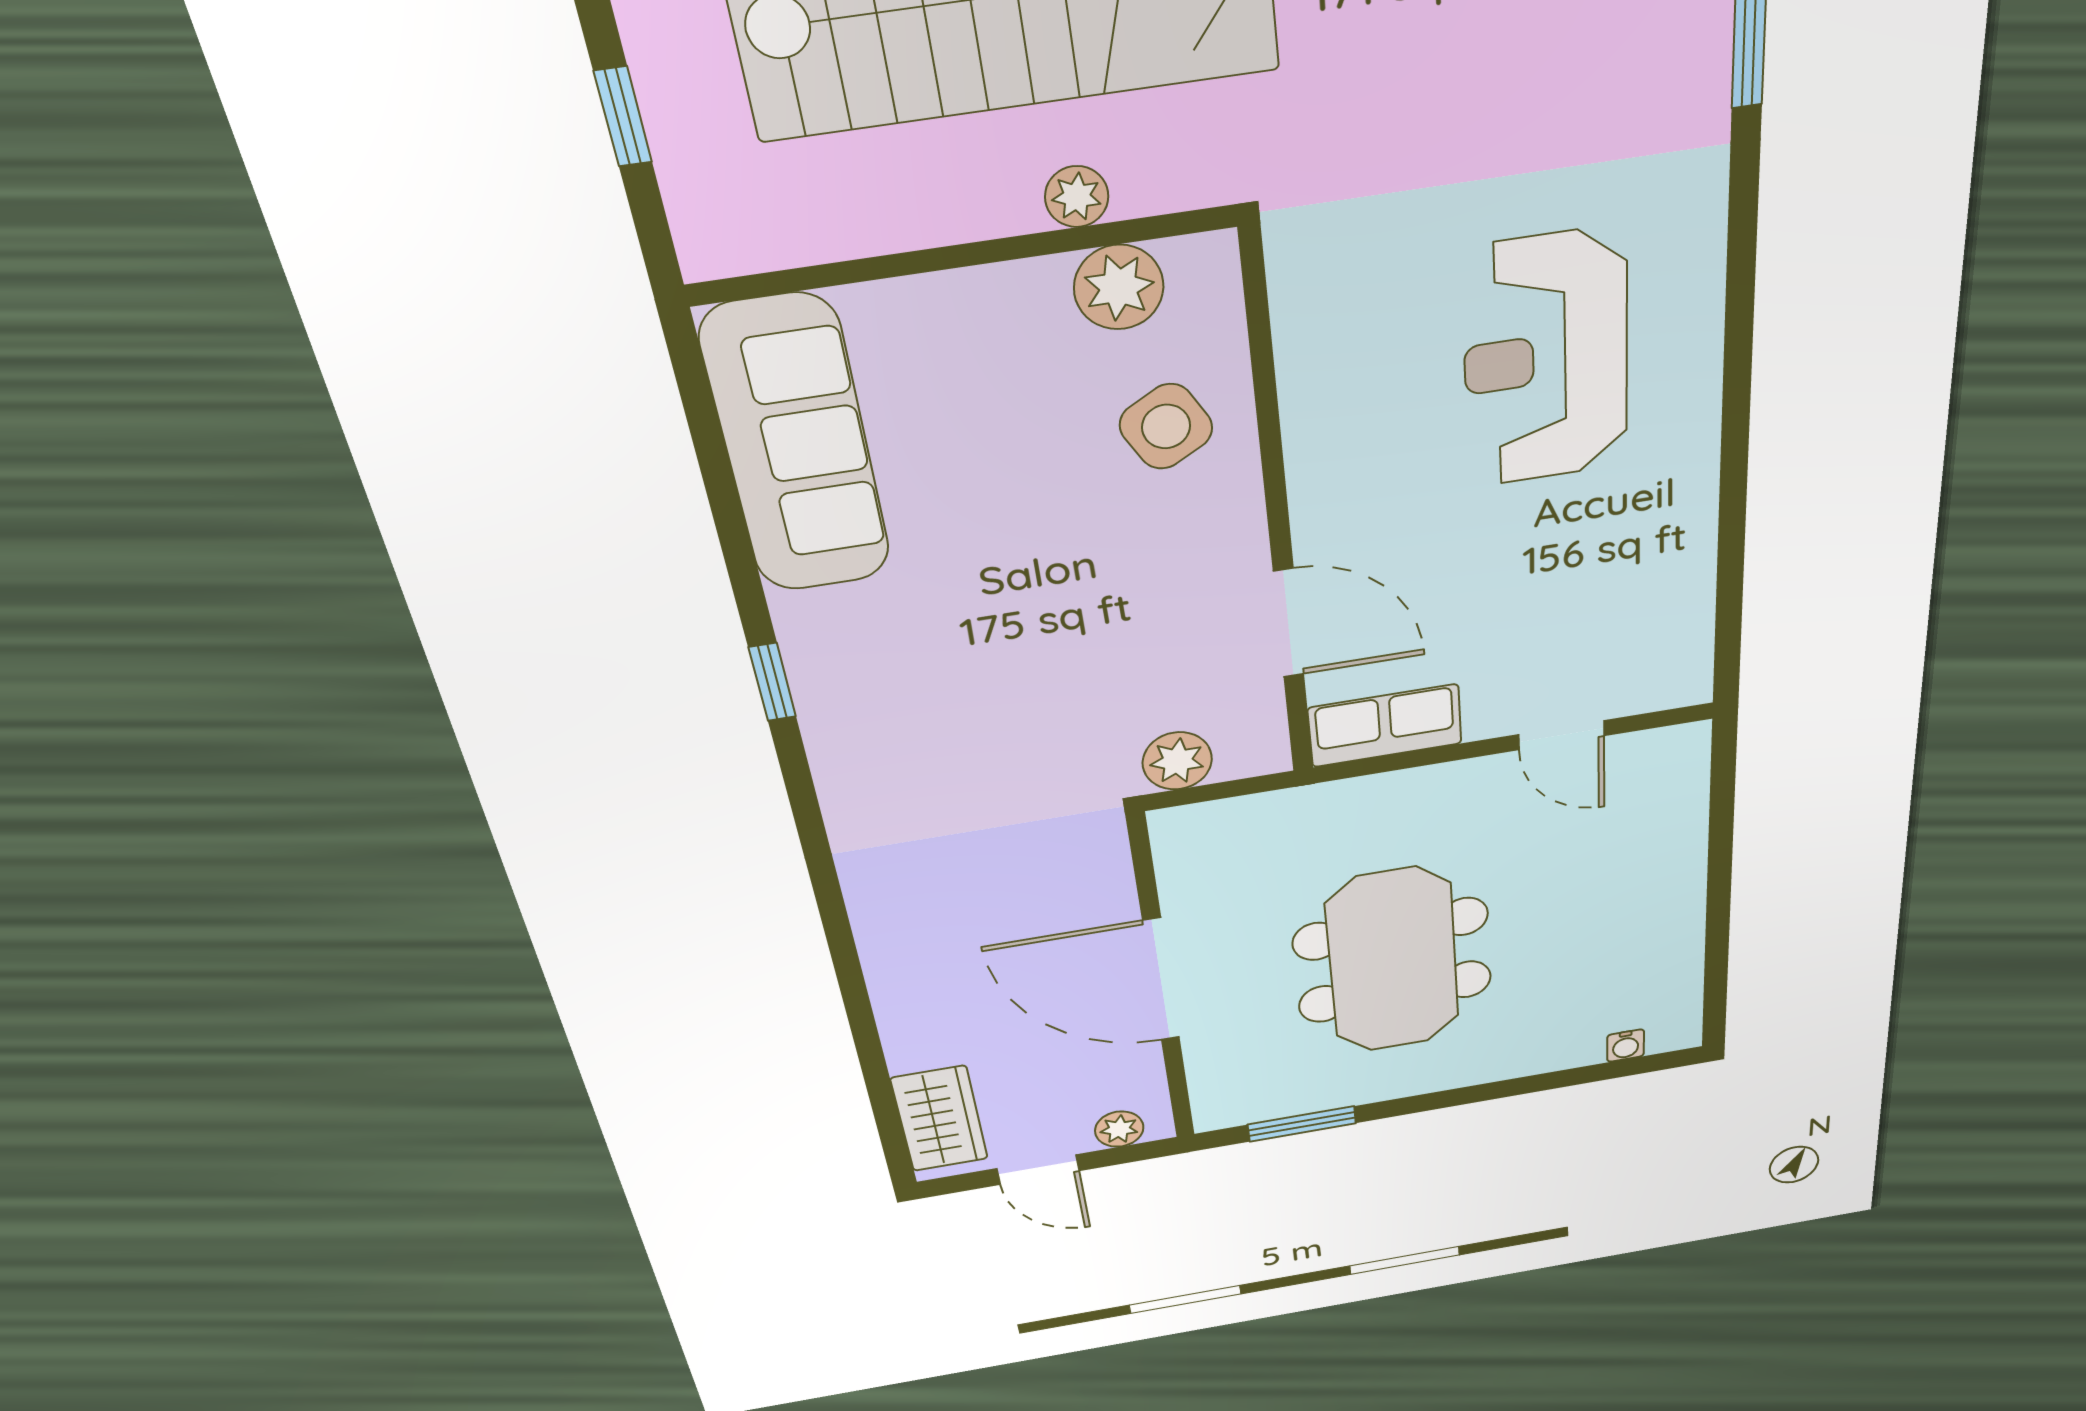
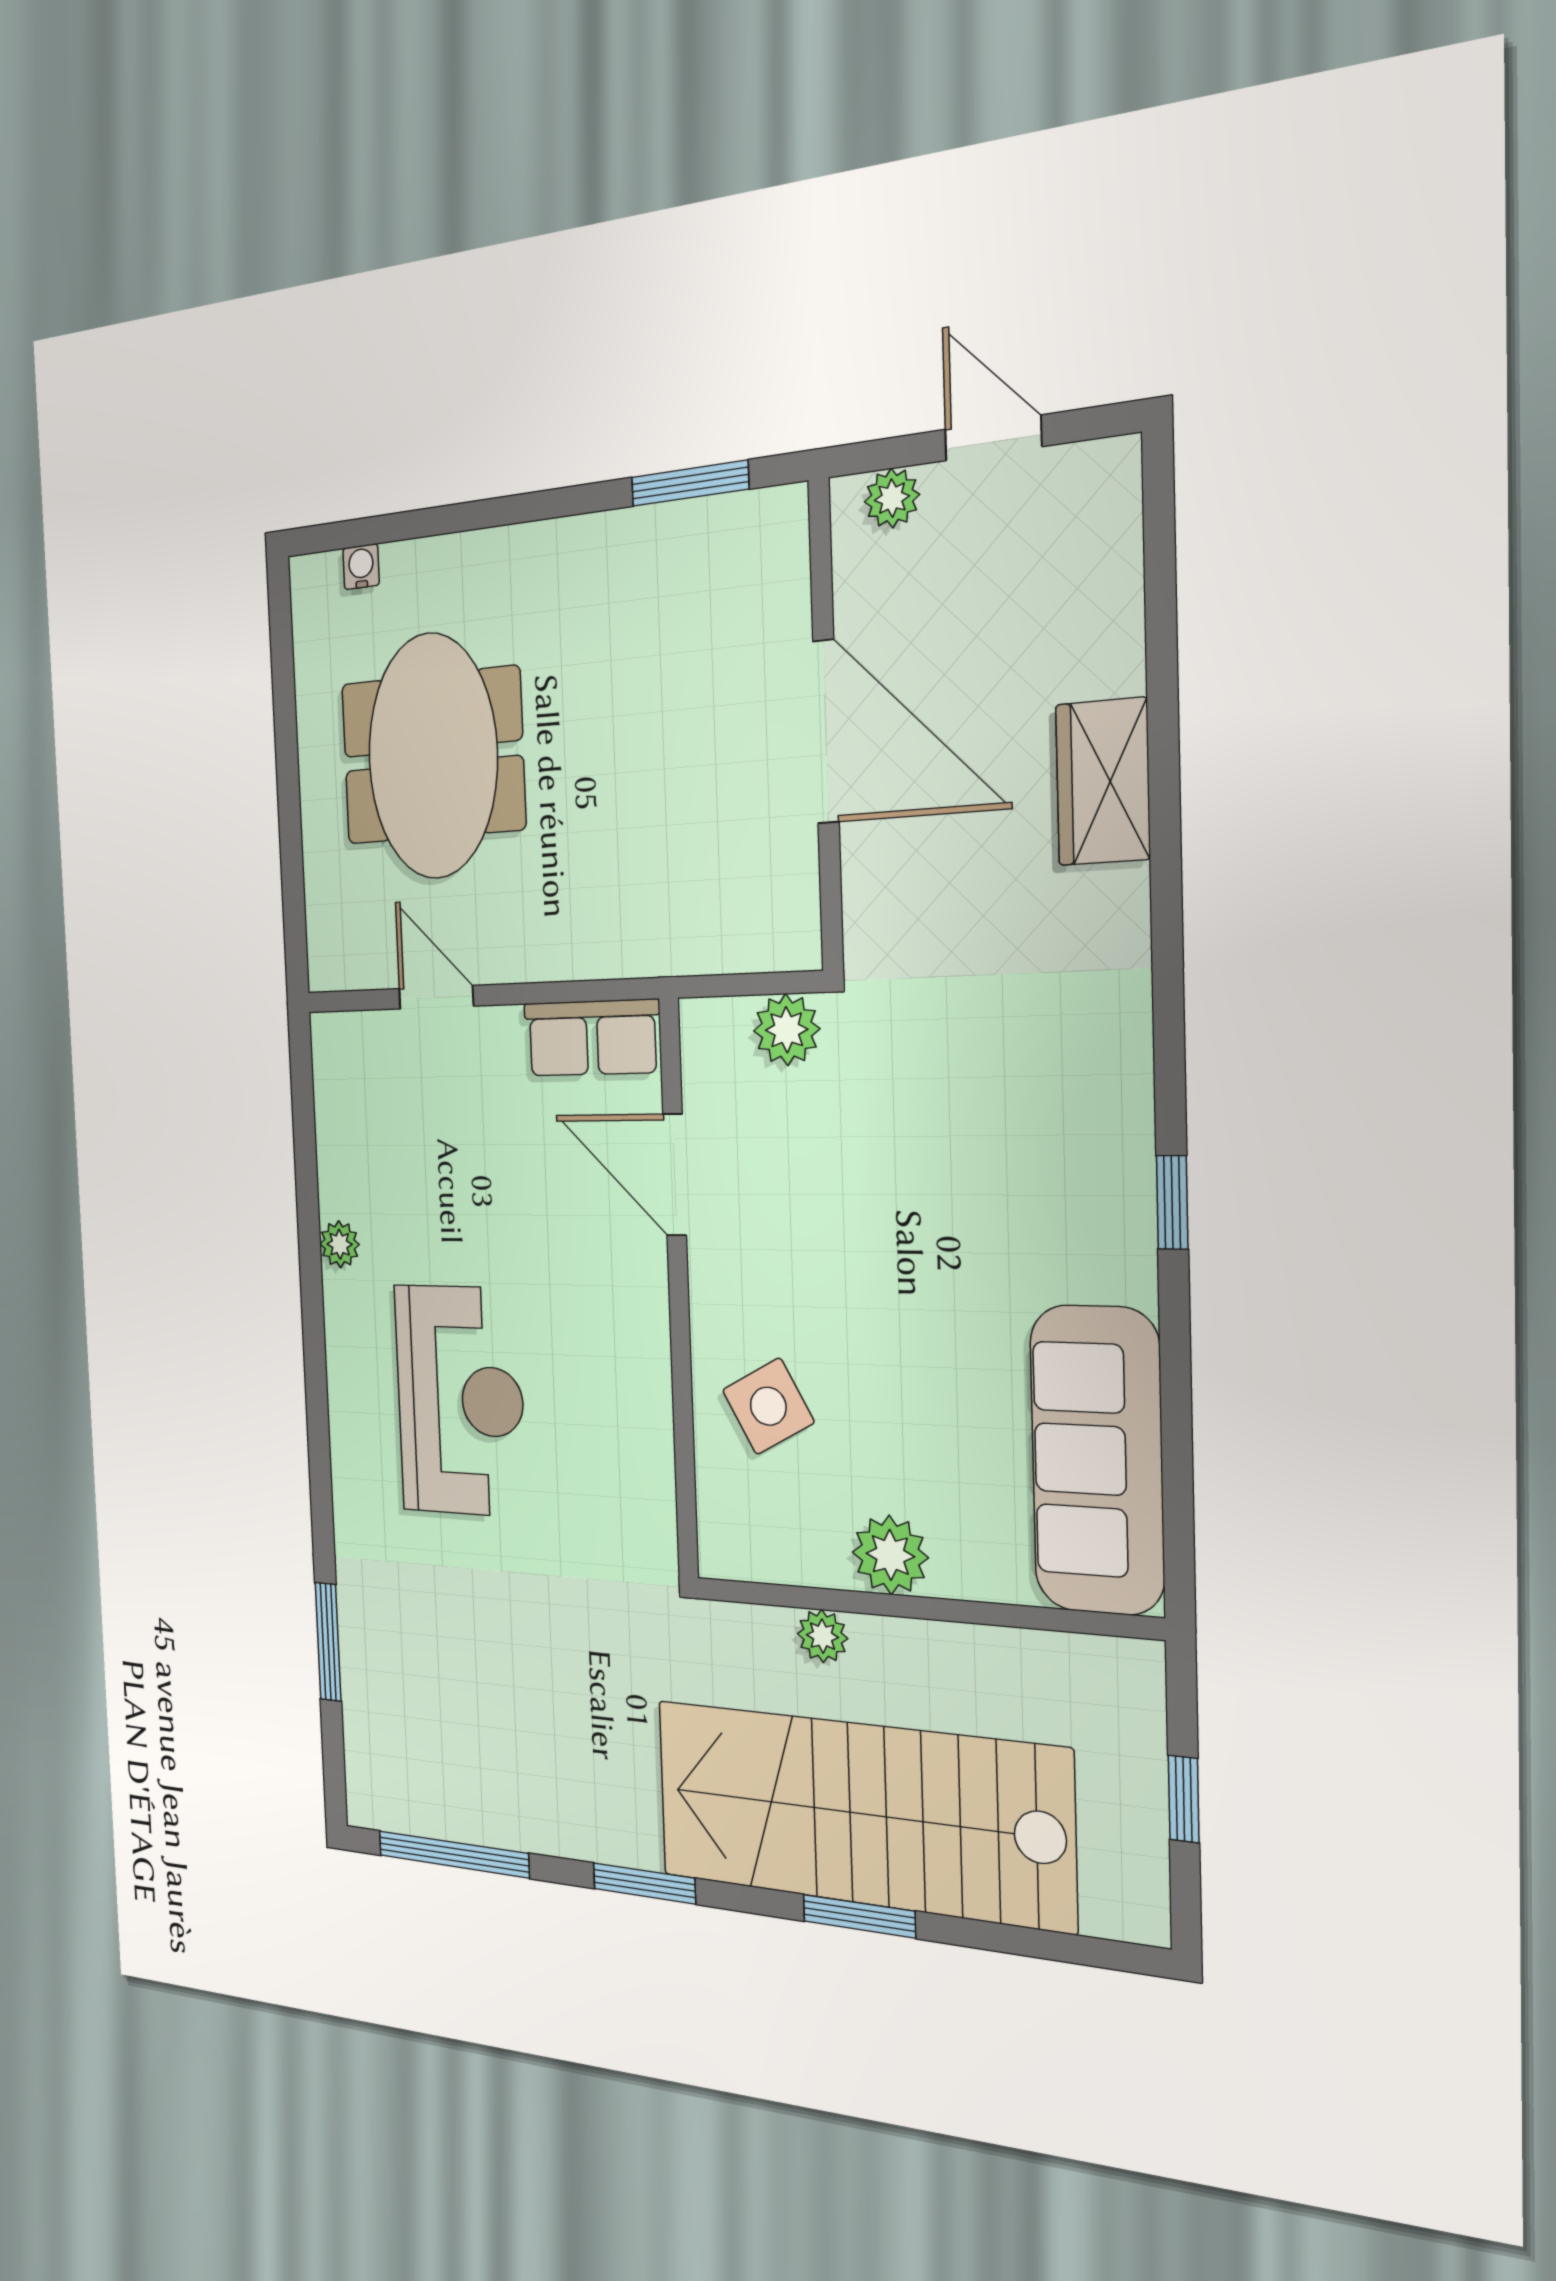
plant: (1119, 287) -> (890, 1555), moved
plant: (1694, 492) -> (340, 1244), added
meeting table: (1393, 961) -> (433, 756), moved
wardrobe: (939, 1119) -> (1103, 782), moved

